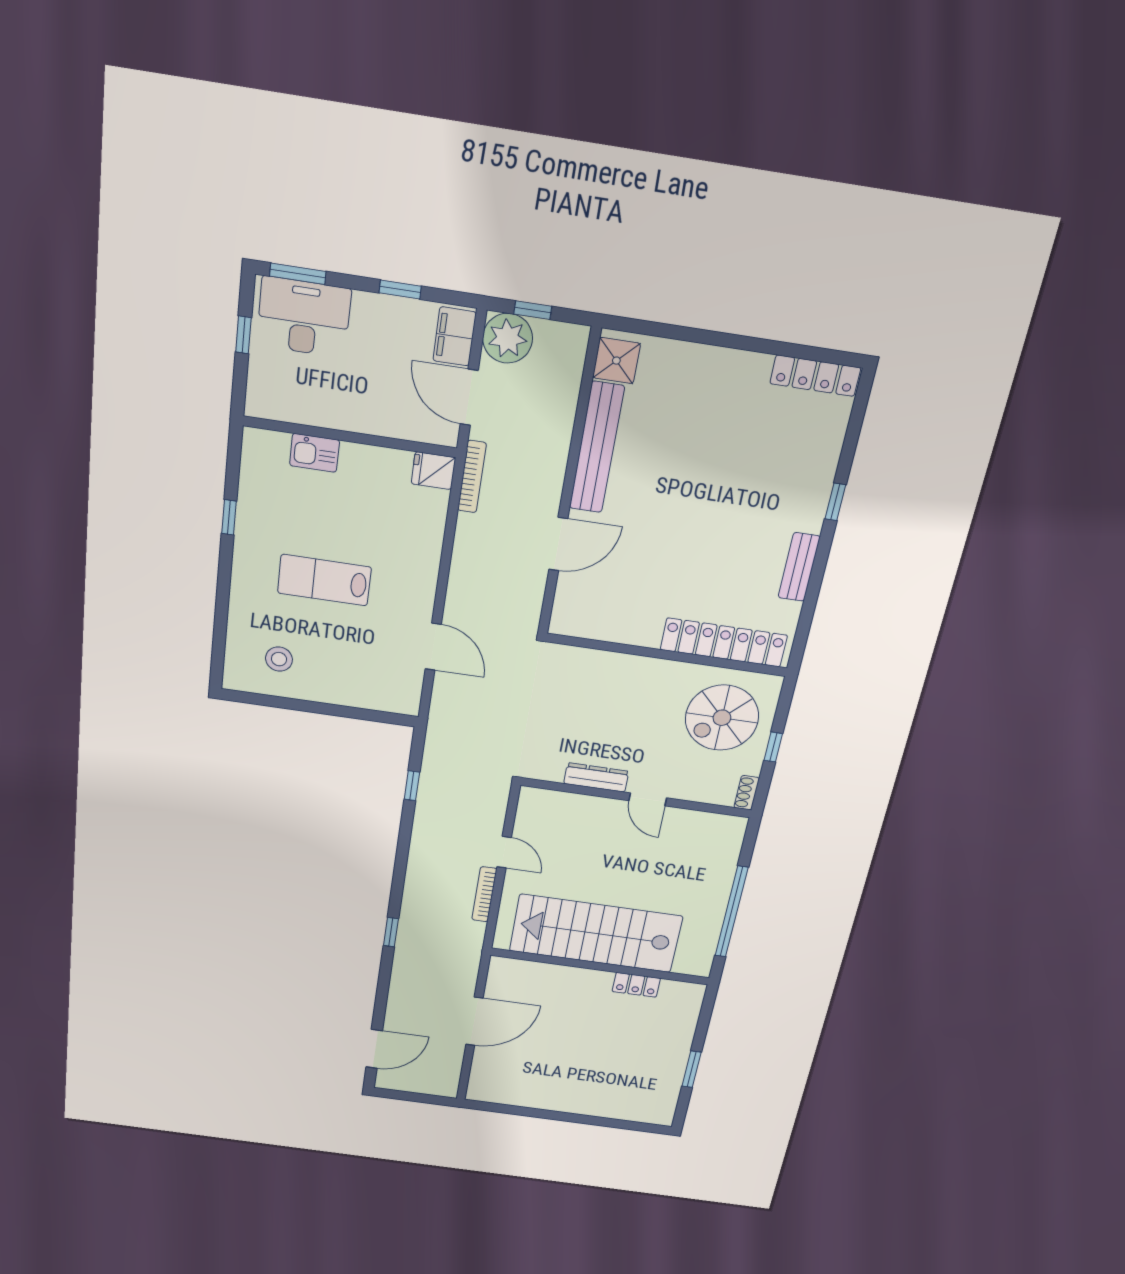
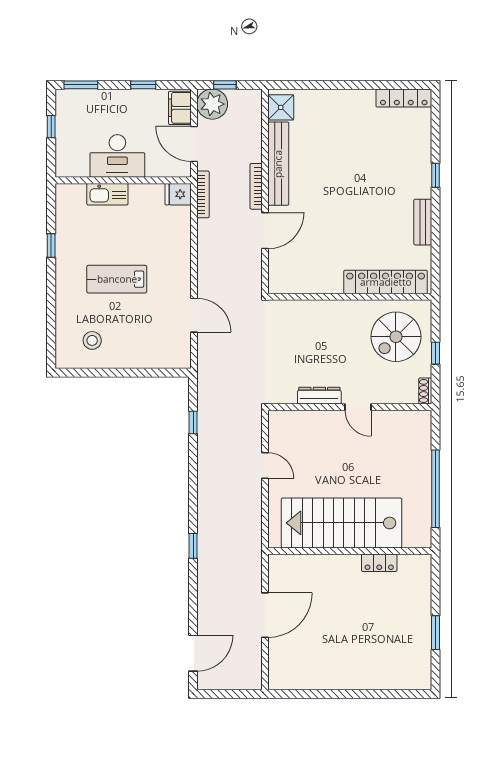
desk: (304, 317) -> (117, 156), moved, turned 180
kitchen sink: (315, 453) -> (107, 194), width x1.38
bookcase: (484, 894) -> (256, 186), moved

